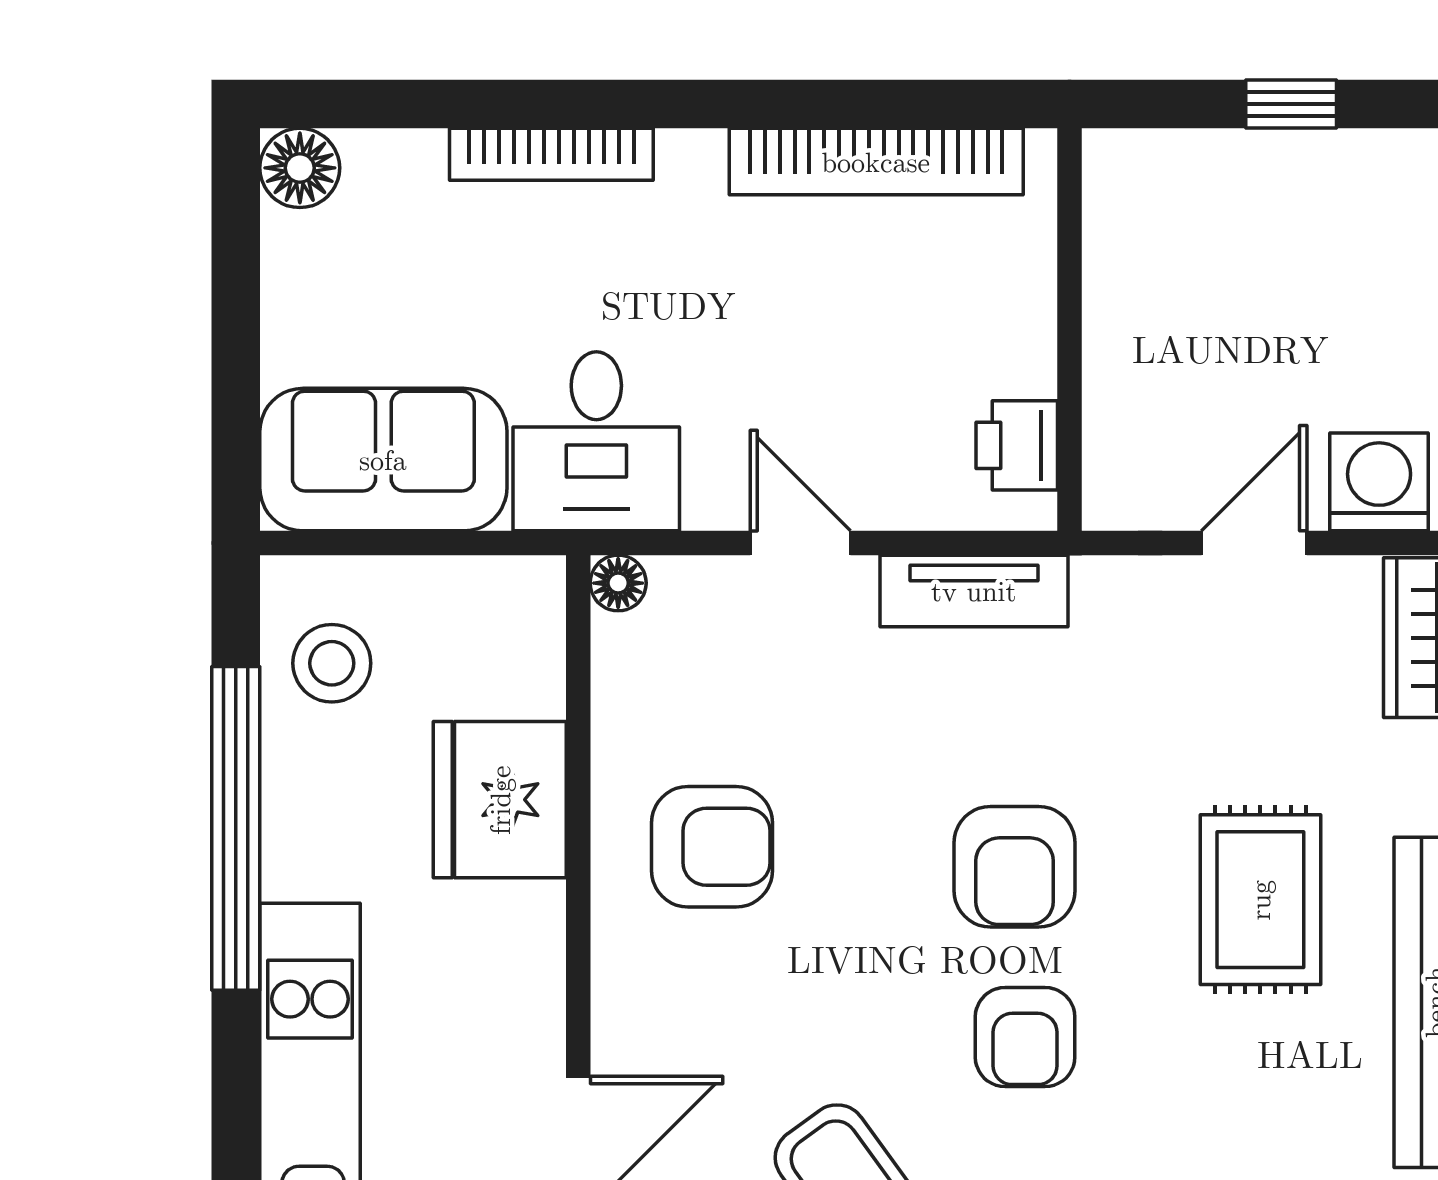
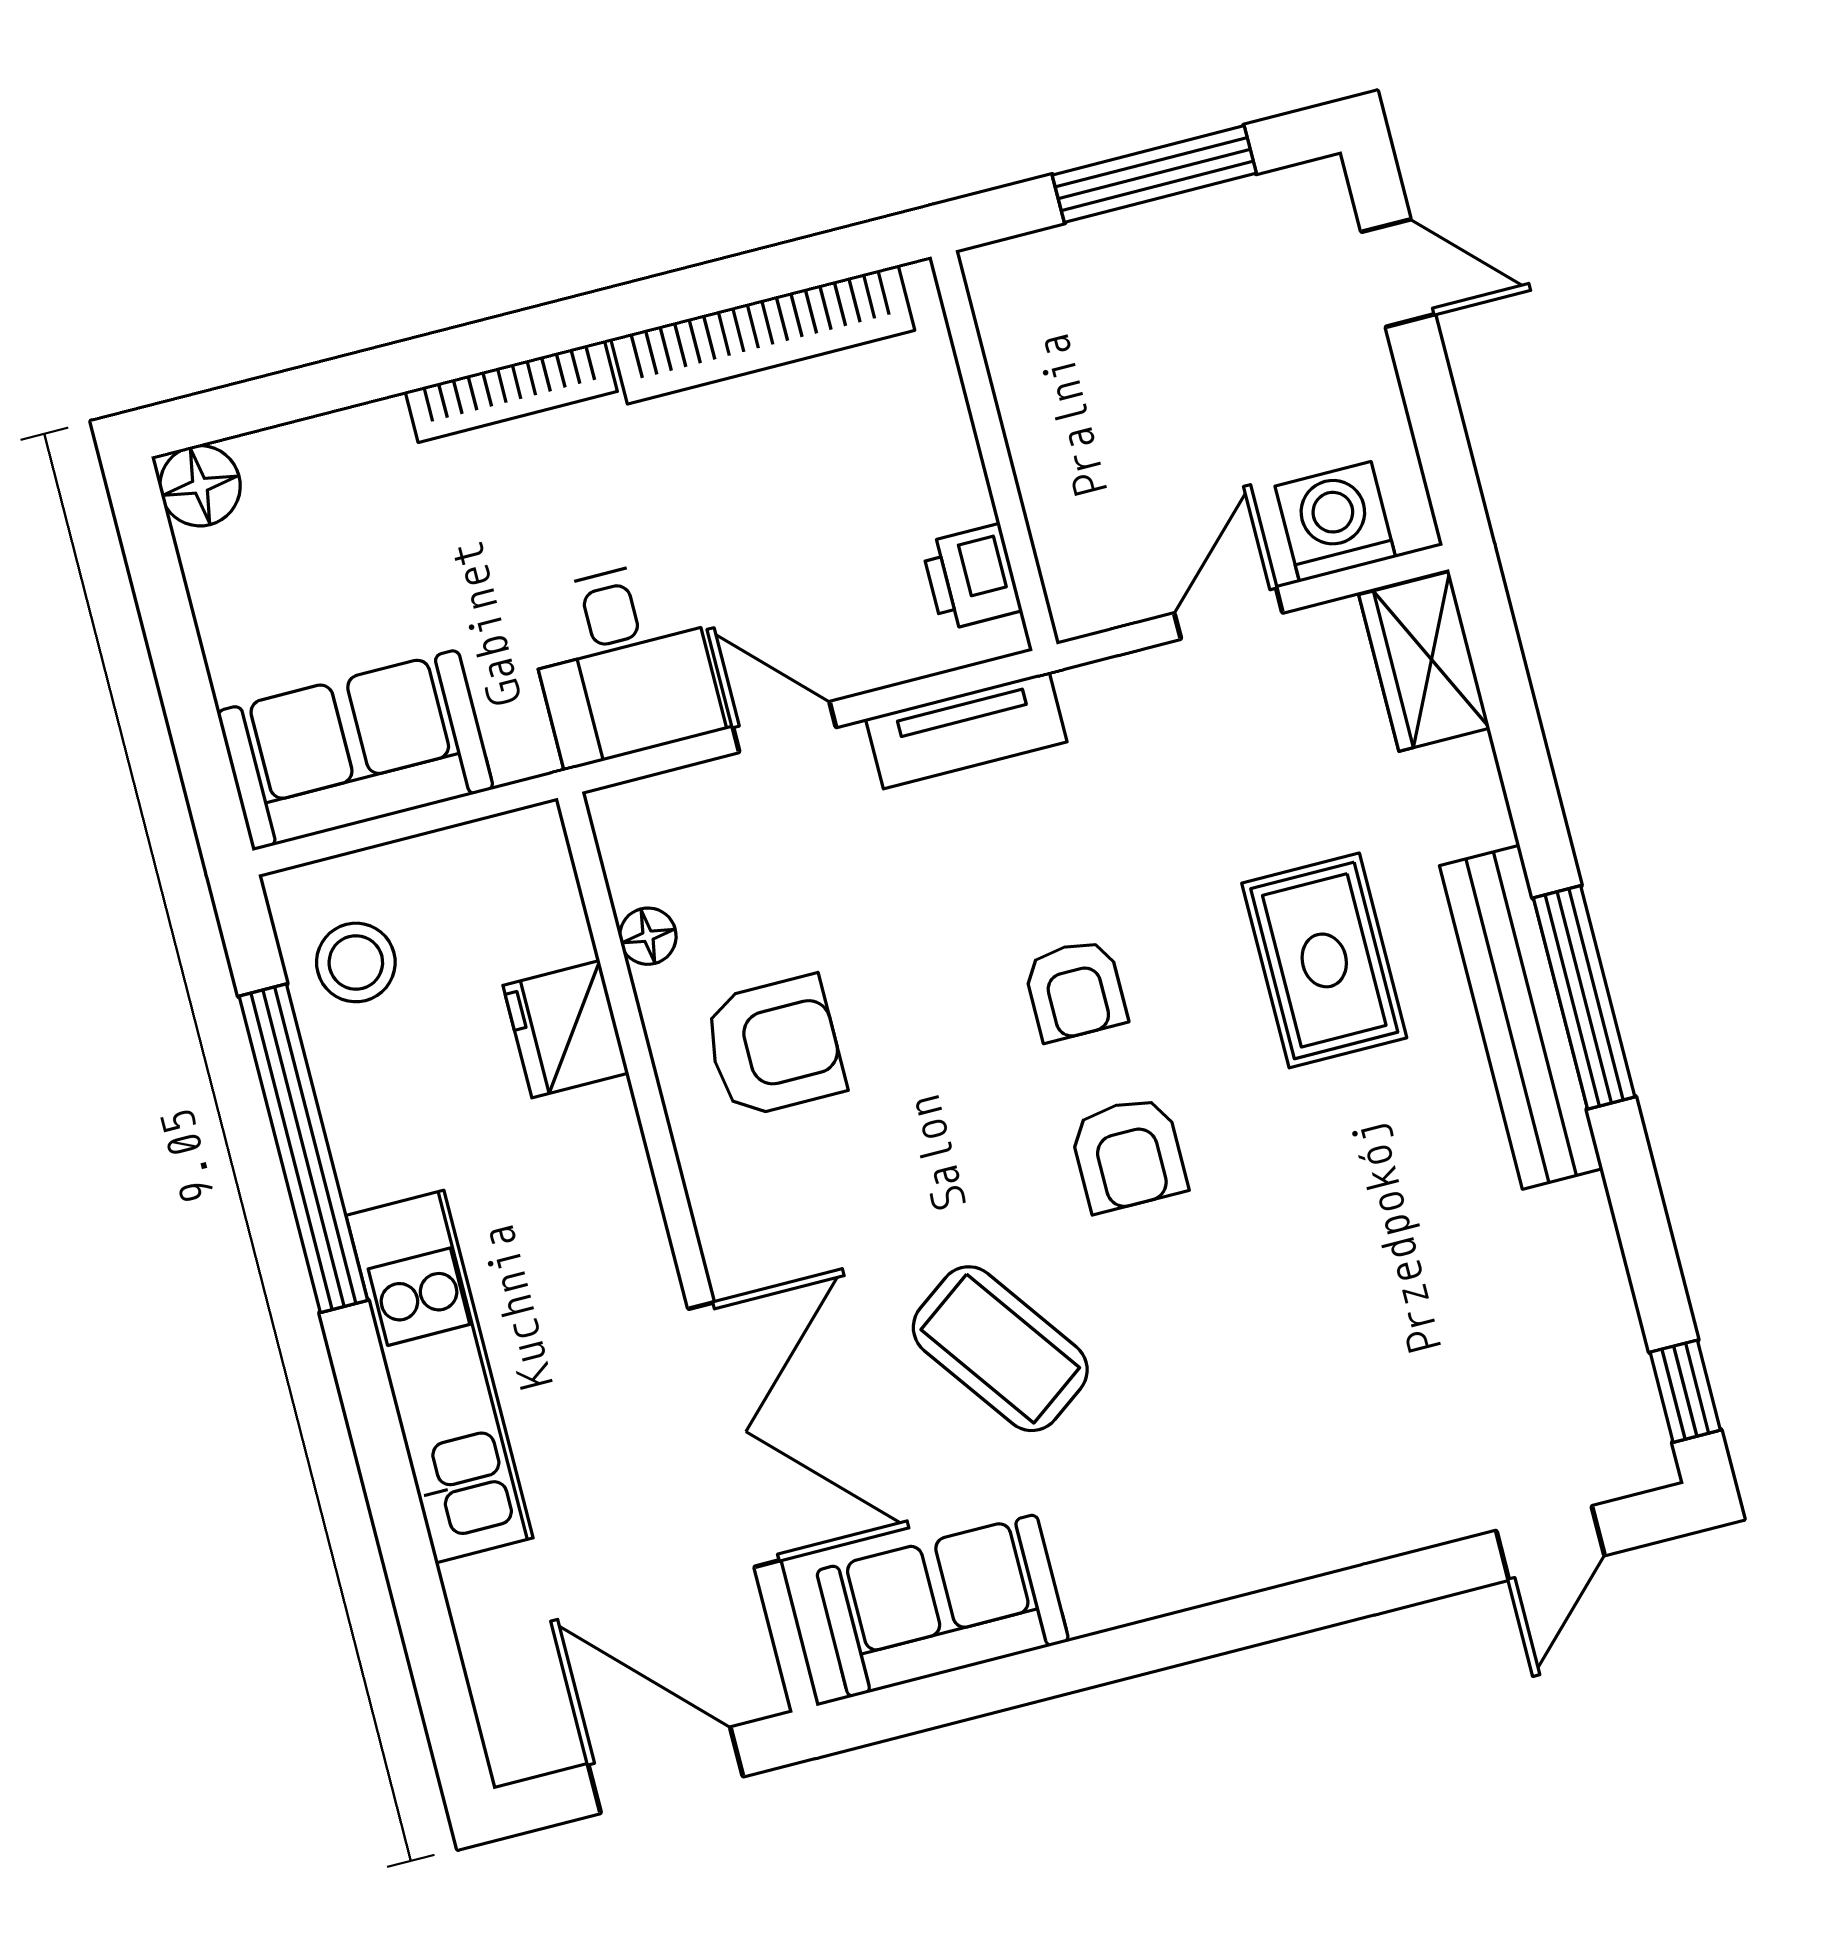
window: (1291, 104) -> (1154, 174), width x2.17
bookcase: (551, 154) -> (511, 392), moved
desk: (596, 441) -> (623, 662), moved
floor lamp: (618, 583) -> (648, 936), moved
fridge: (500, 800) -> (566, 1029), width x0.73, depth x0.75
armchair: (1015, 867) -> (1075, 990), width x0.72, depth x0.72

